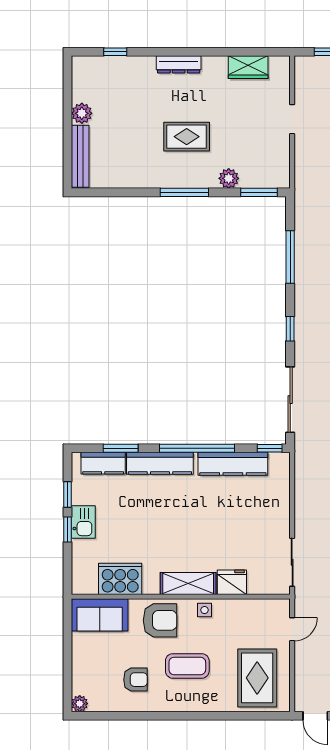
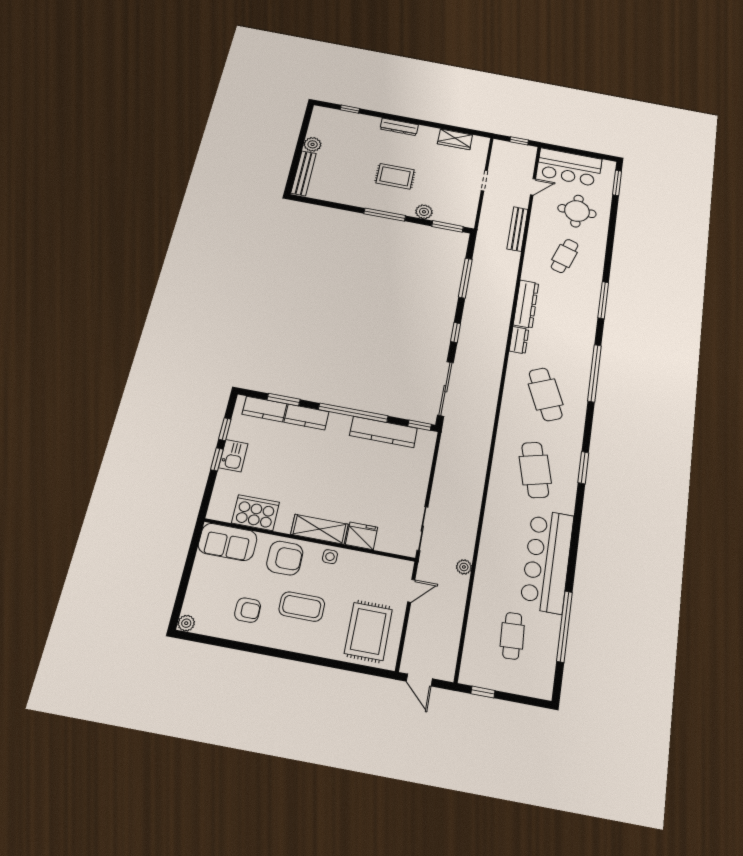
kitchen counter: (160, 463) -> (306, 417), width x0.67

